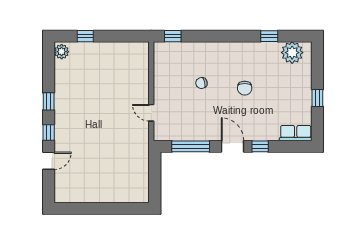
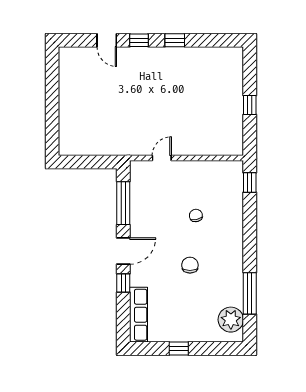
window: (85, 36) -> (250, 105), moved
window: (269, 36) -> (250, 293), width x2.17
plant: (62, 52) -> (232, 55), removed
chair: (245, 88) -> (190, 265), turned 90
row of seats: (296, 133) -> (138, 315), width x1.48

